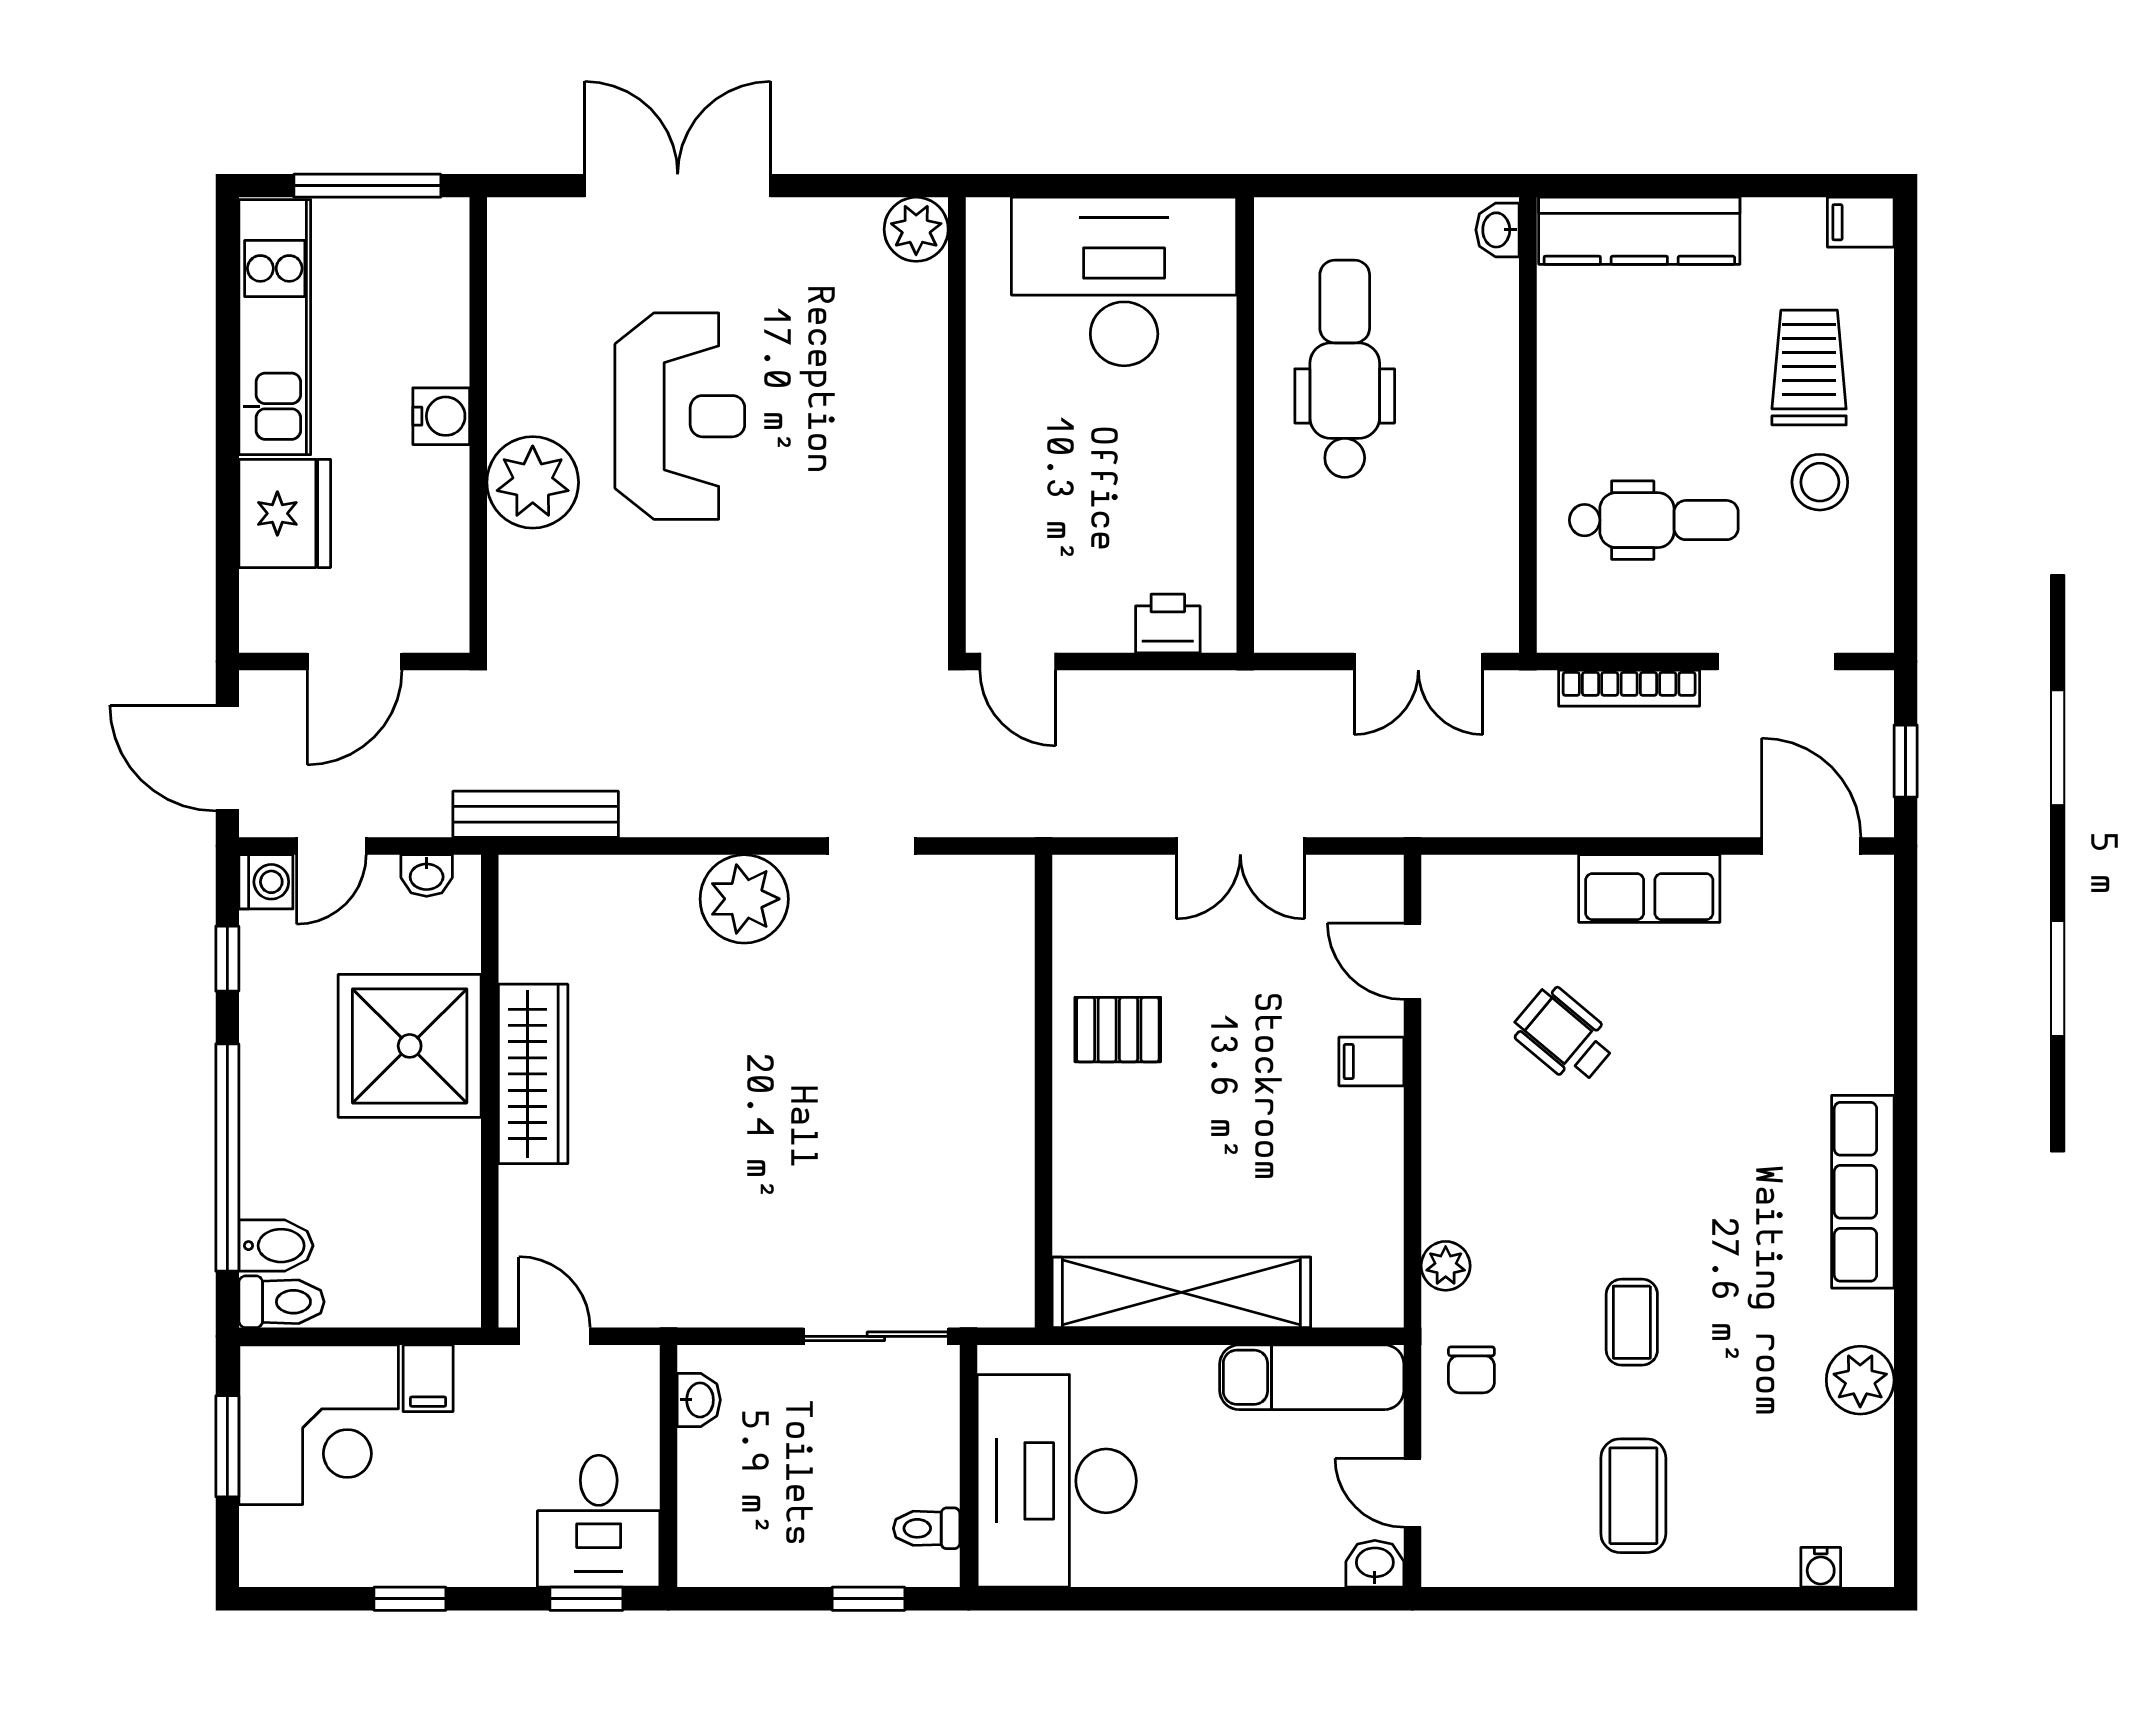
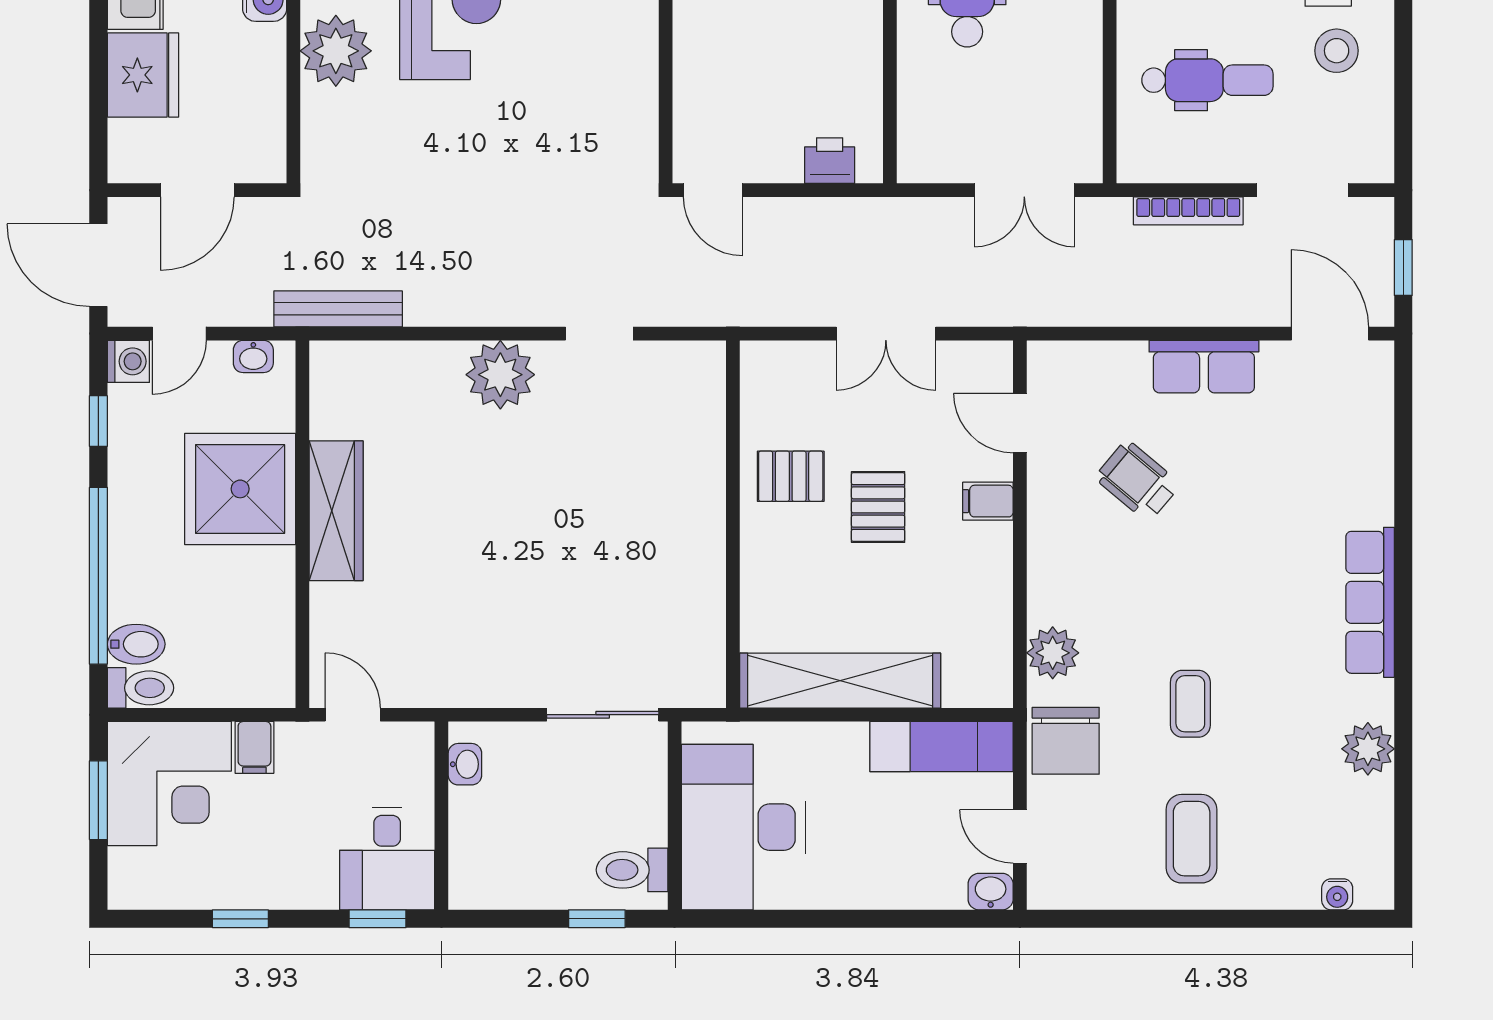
pallet: (1230, 1069) -> (878, 507), added
plant: (1446, 1266) -> (1053, 653), width x1.38, depth x1.38
chair: (1471, 1370) -> (1066, 741), width x1.87, depth x1.87
toilet: (927, 1528) -> (632, 870), width x1.37, depth x1.39

